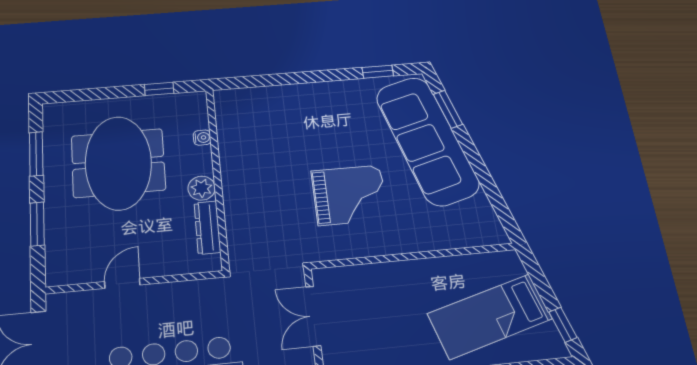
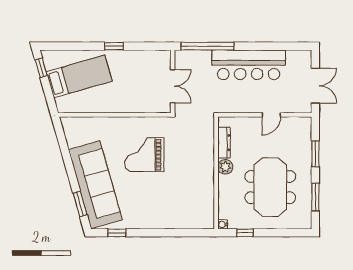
water cooler: (202, 138) -> (223, 224), moved

